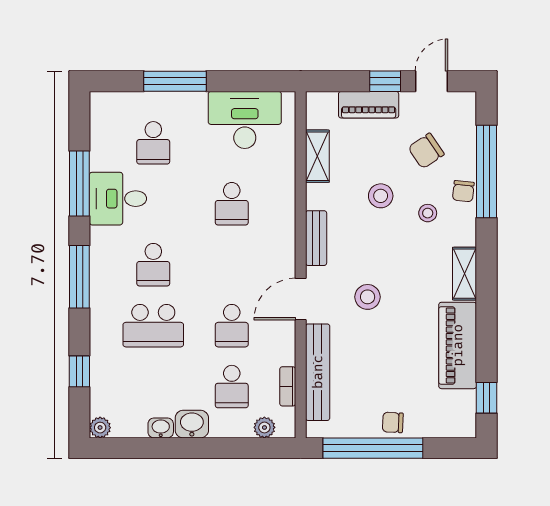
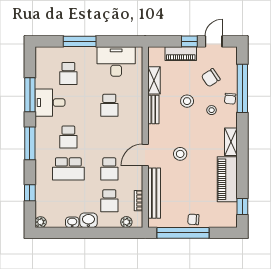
bench: (316, 238) -> (153, 110), moved

